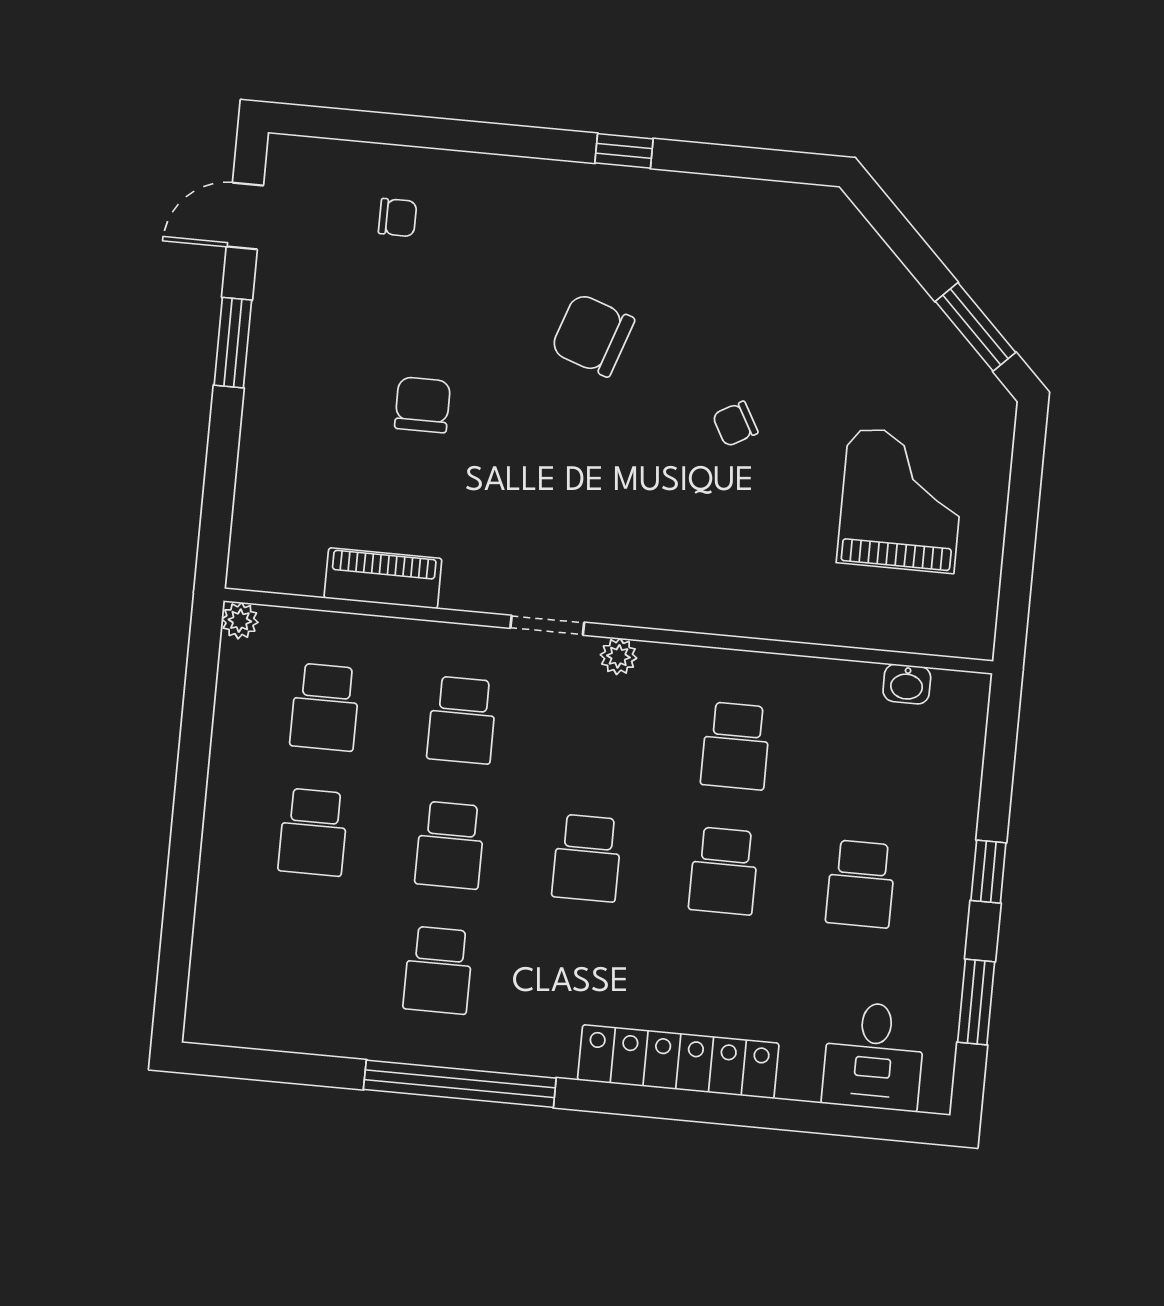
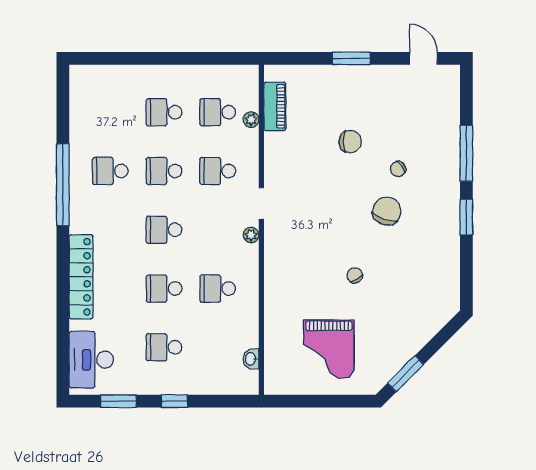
window: (475, 137) -> (466, 153), added
window: (624, 151) -> (466, 217), width x1.50
chair: (397, 218) -> (398, 169), moved, turned 53
window: (233, 343) -> (351, 58), moved
grand piano: (901, 500) -> (329, 349), turned 90
piano: (383, 578) -> (275, 106), moved
plant: (240, 621) -> (251, 120), moved
desk: (874, 1056) -> (91, 360), width x1.37

